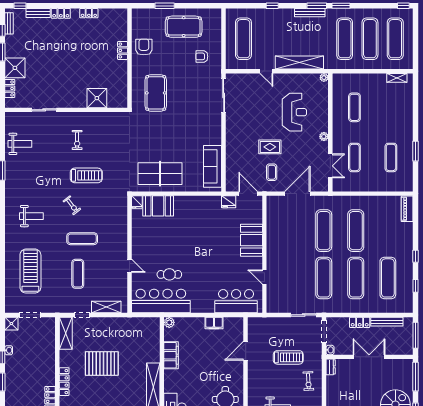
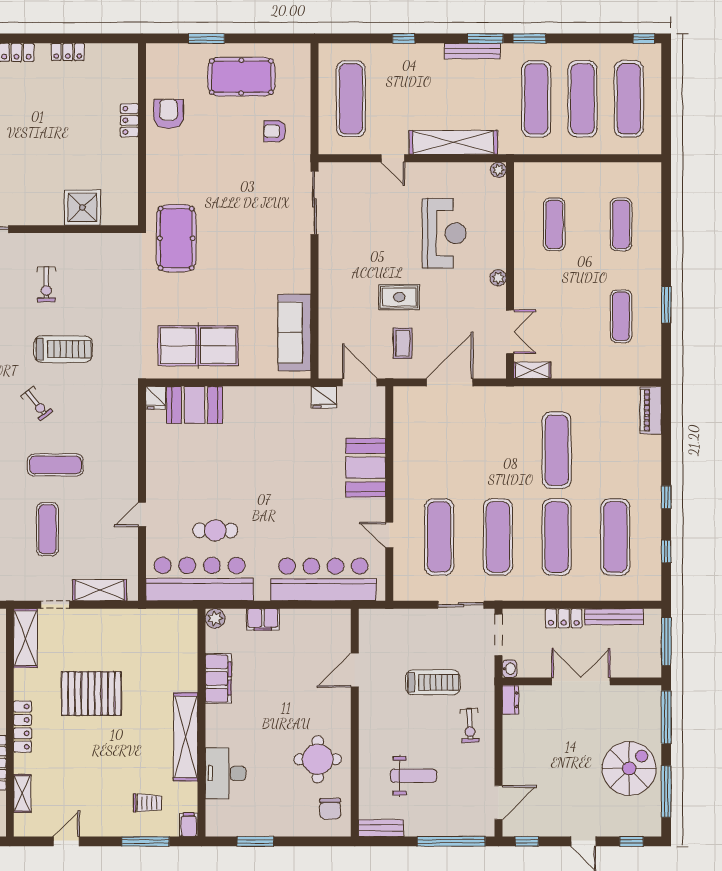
shelving: (397, 78) -> (532, 370), moved
pool table: (156, 93) -> (176, 238), moved
exercise mat: (354, 157) -> (621, 224), moved
exercise mat: (324, 231) -> (439, 537), moved
door: (129, 266) -> (142, 514), swing flipped
bar counter: (236, 301) -> (323, 579), width x1.36
filing cabinet: (214, 323) -> (263, 619), moved

